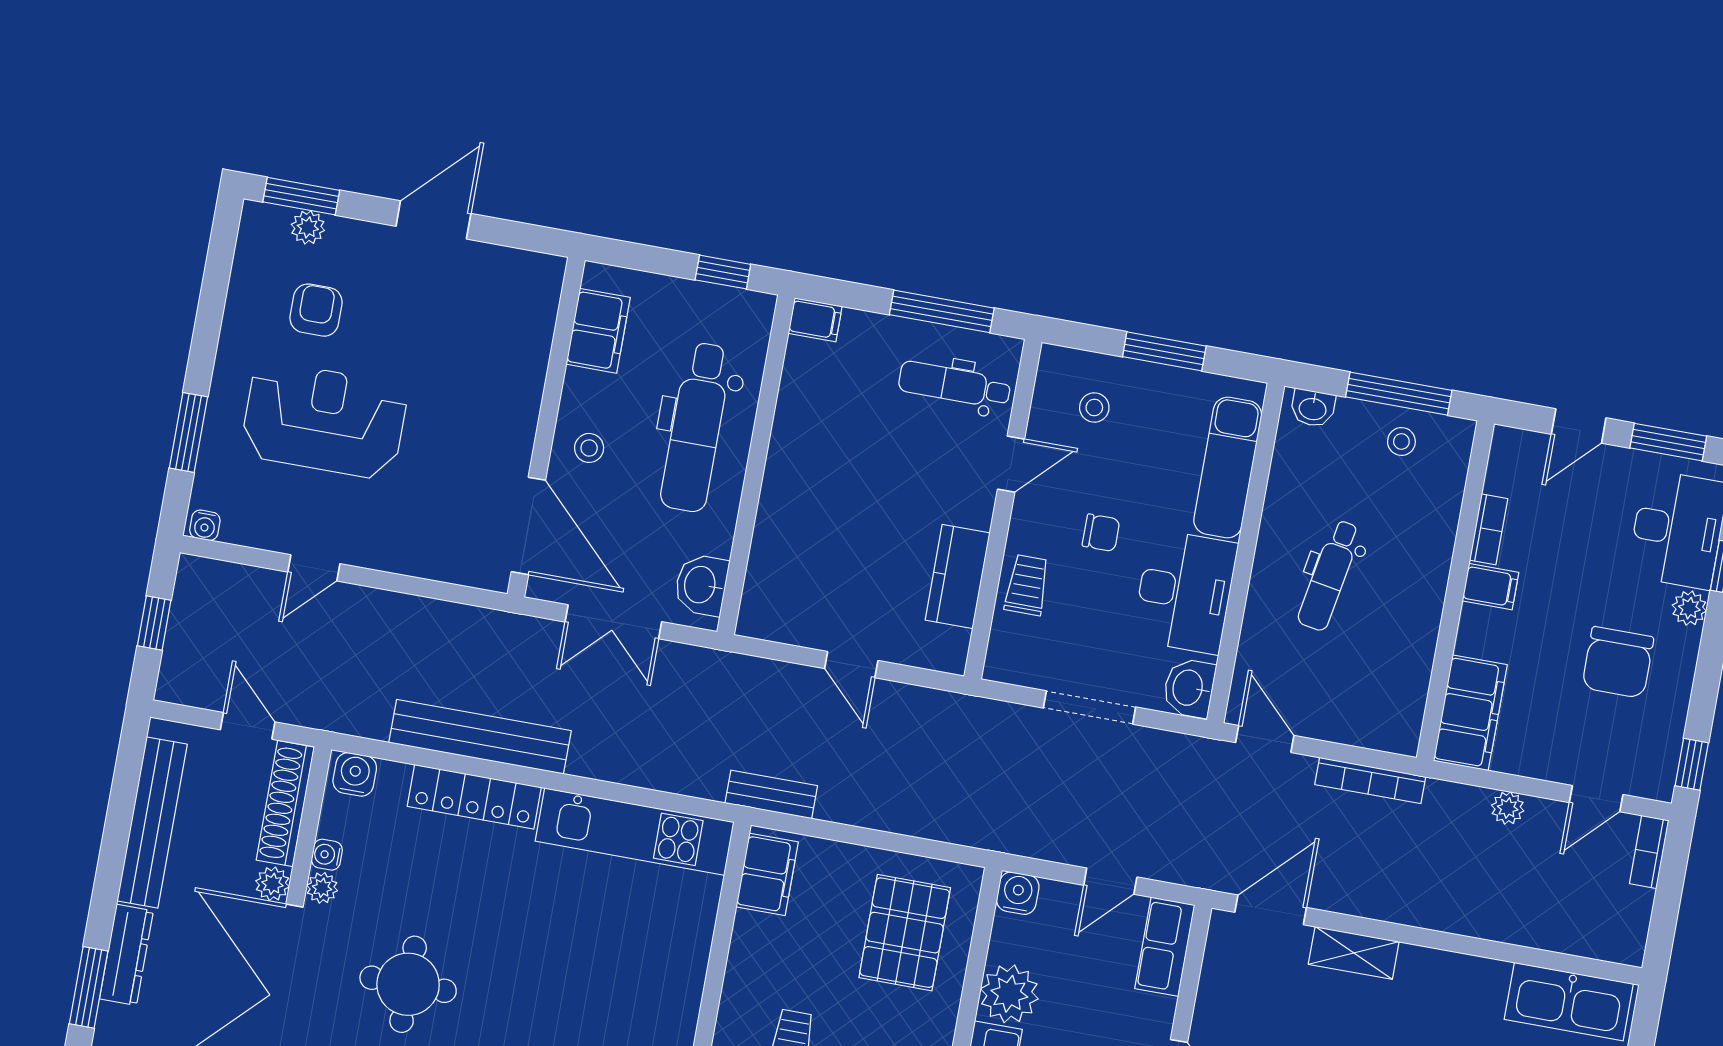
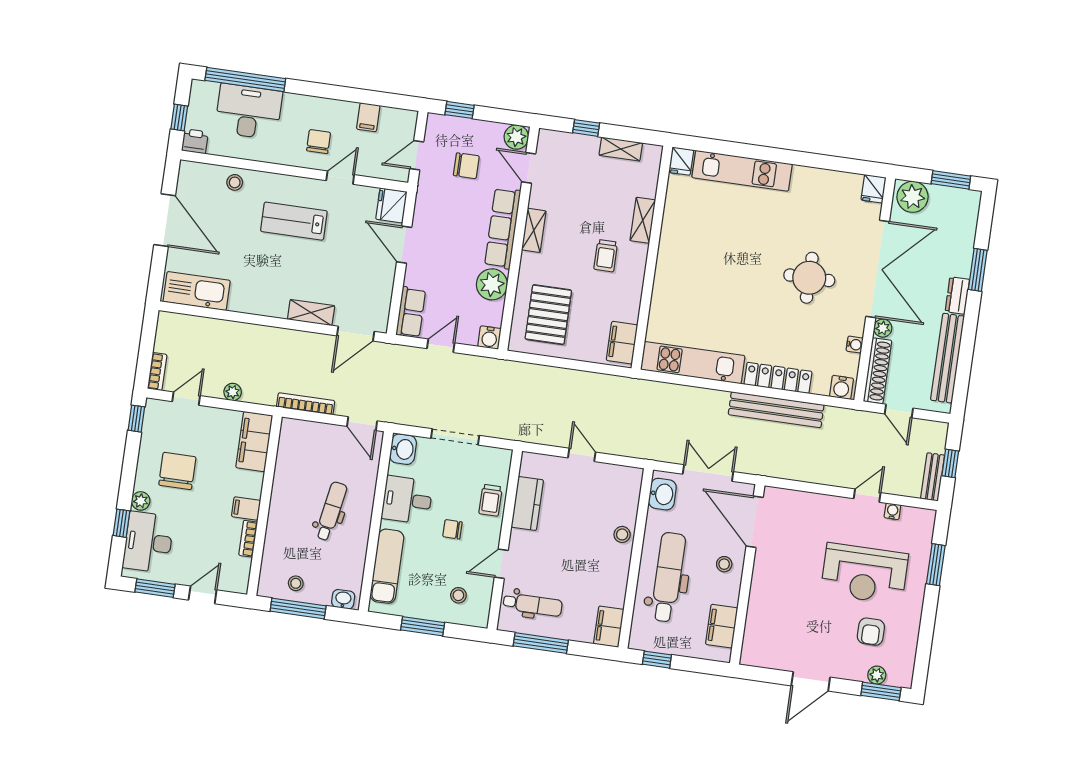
filing cabinet: (815, 320) -> (609, 627), width x2.00
stool: (780, 511) -> (622, 534), added
water cooler: (205, 525) -> (892, 511), moved
desk: (1185, 592) -> (407, 500), width x0.73
bench: (771, 794) -> (933, 477), moved, turned 90
plant: (322, 888) -> (856, 327), removed
dresser: (126, 955) -> (957, 295), width x0.70

